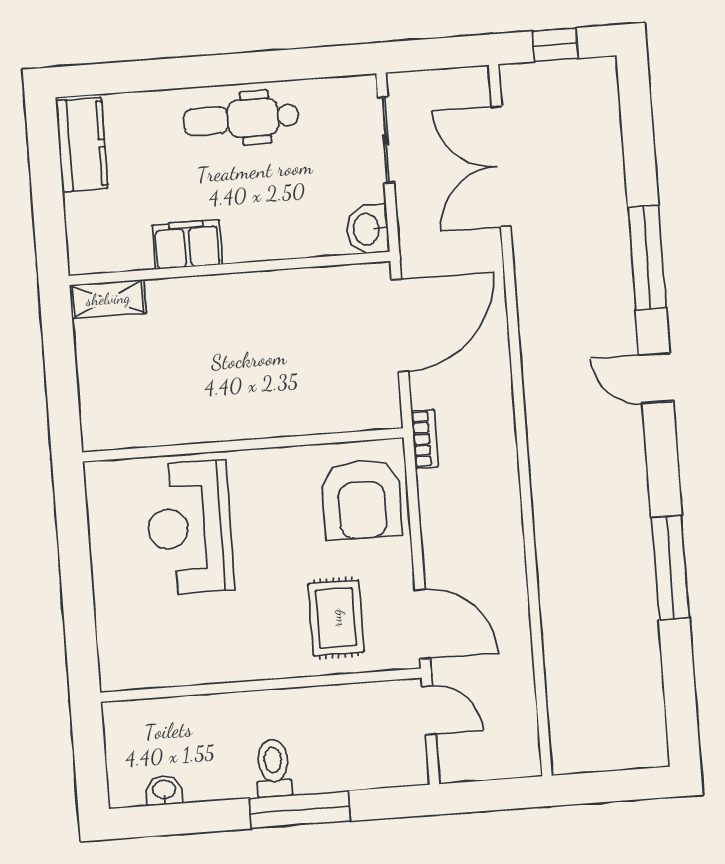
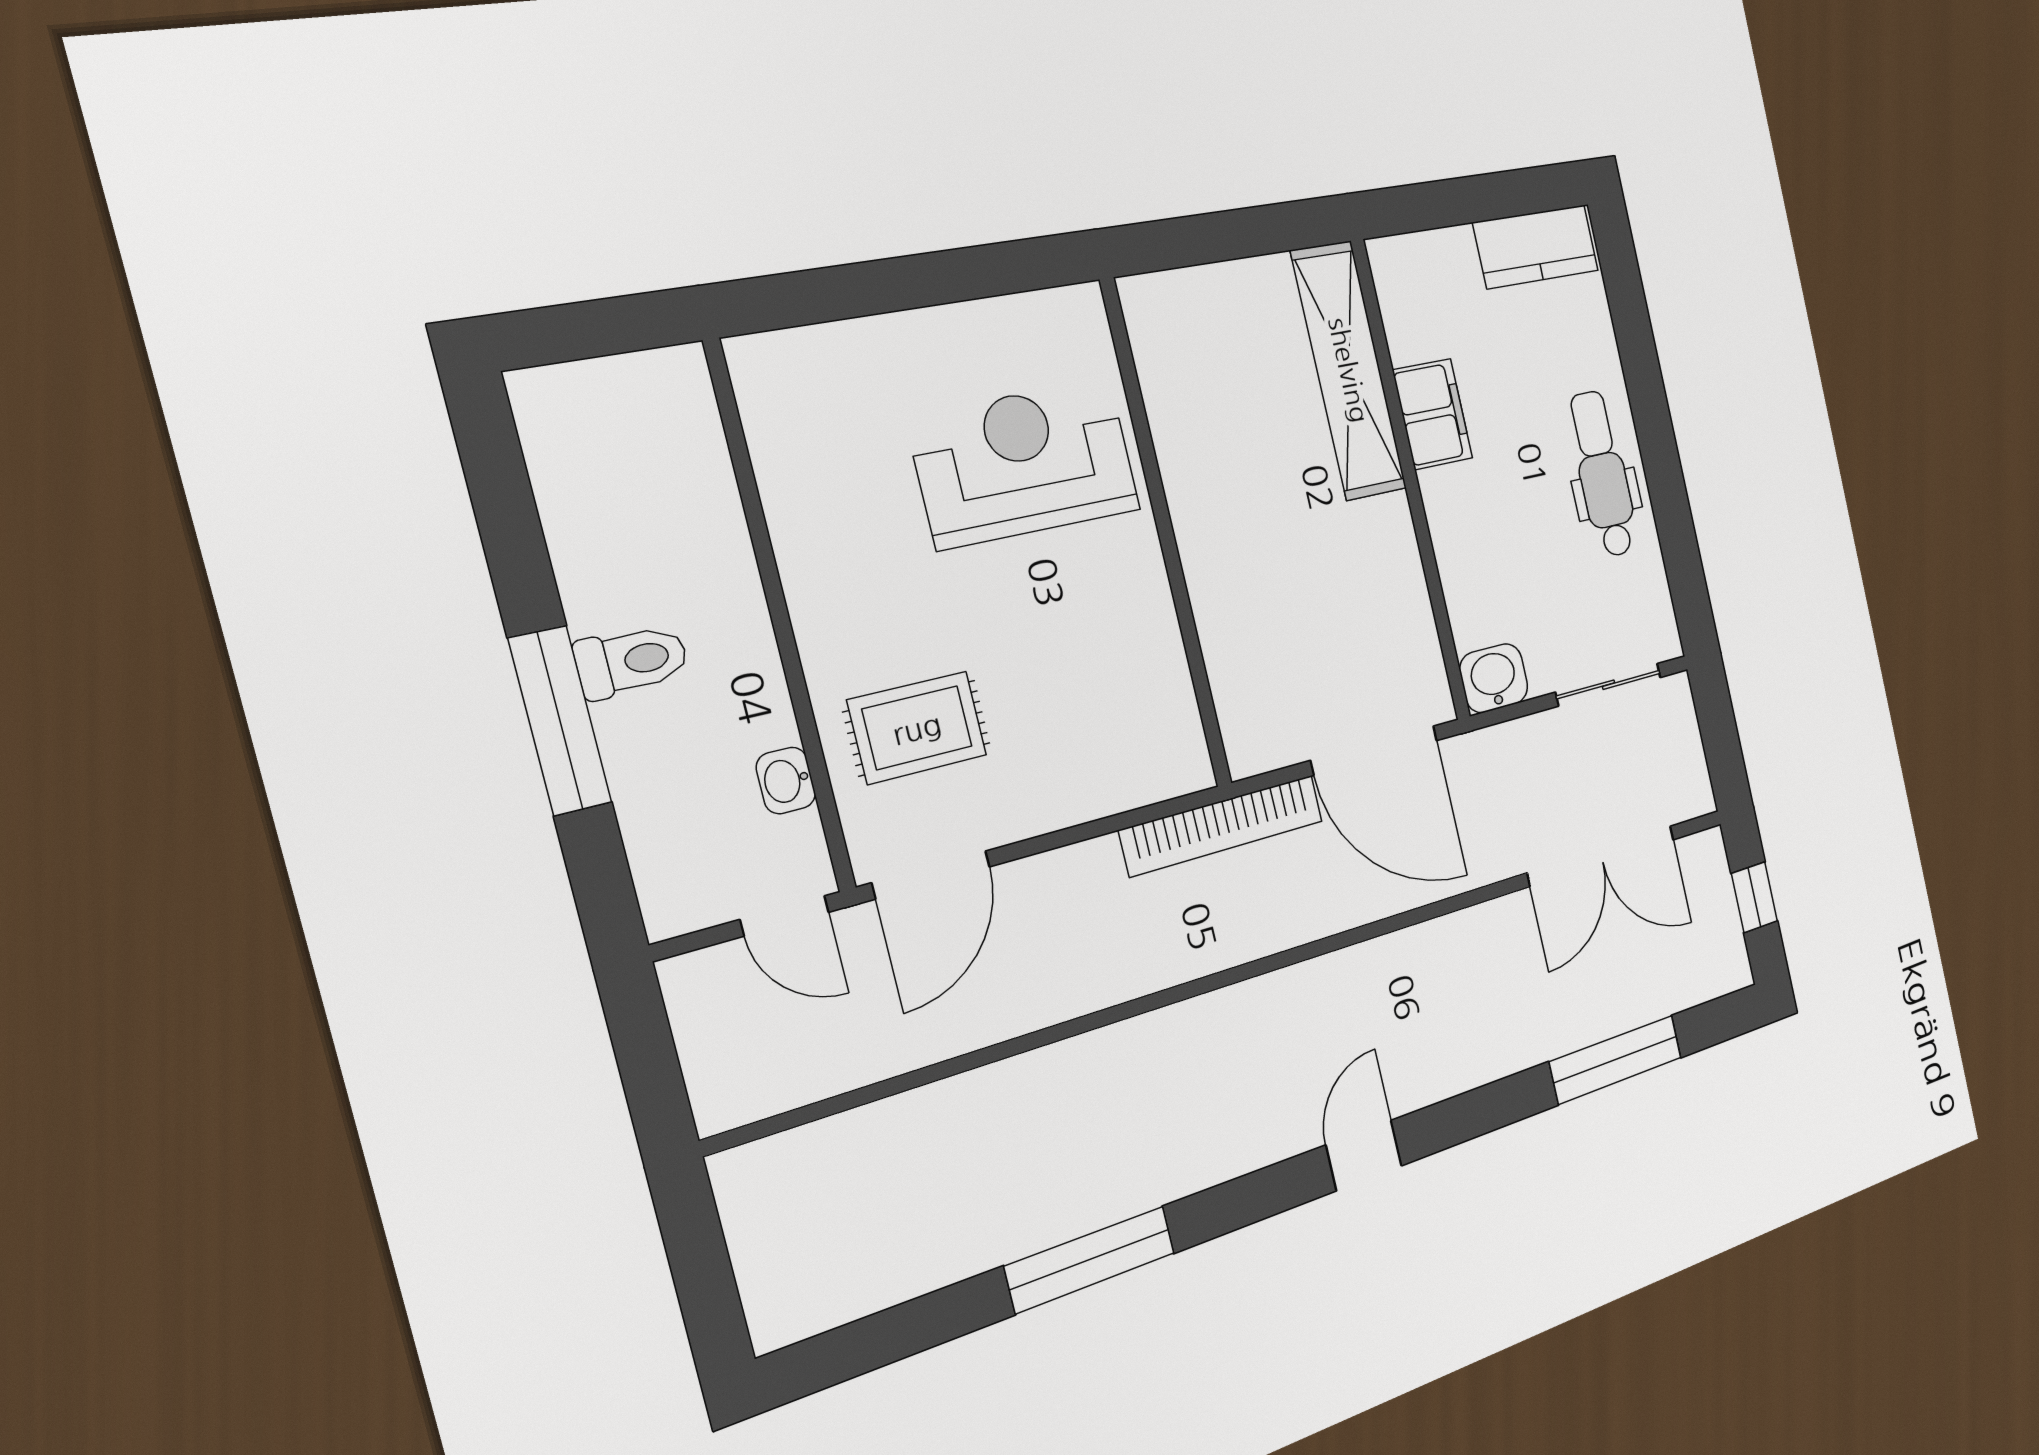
double door: (501, 166) -> (1601, 856), swing flipped
window: (647, 258) -> (1616, 1060), moved
shelving: (108, 299) -> (1349, 370), width x2.20, depth x1.33
bookcase: (425, 439) -> (1222, 826), width x2.31, depth x1.31
armchair: (362, 499) -> (1115, 737), removed
door: (429, 710) -> (785, 916), hinge flipped
washbasin: (164, 790) -> (786, 781), moved, turned 180

